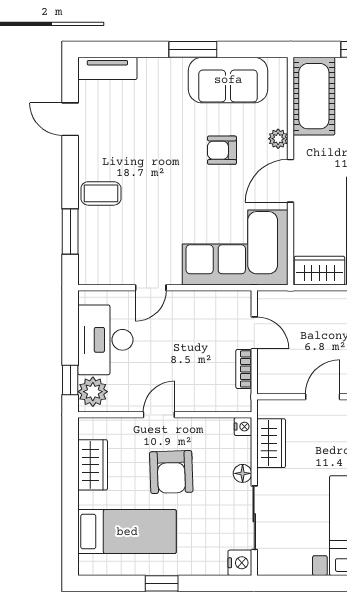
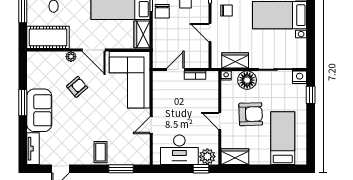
sofa: (228, 80) -> (39, 110), moved
armchair: (222, 150) -> (77, 87), turned -131
door: (151, 288) -> (151, 125), swing flipped
wardrobe: (93, 465) -> (235, 157), moved
floor lamp: (243, 473) -> (247, 80), width x1.89, depth x1.89
window: (162, 583) -> (311, 95), moved

